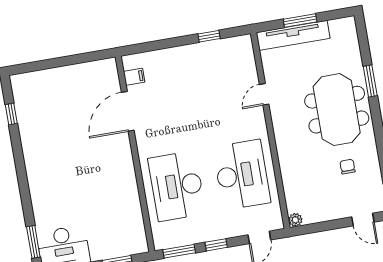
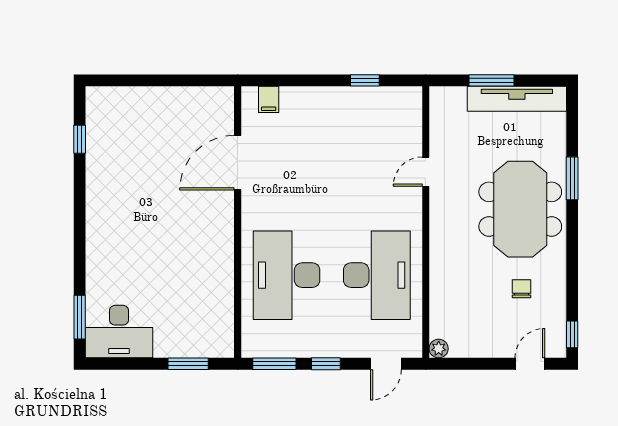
tv unit: (293, 35) -> (517, 99), moved
filing cabinet: (134, 77) -> (269, 99), moved, turned 90
door: (363, 220) -> (530, 364), swing flipped

